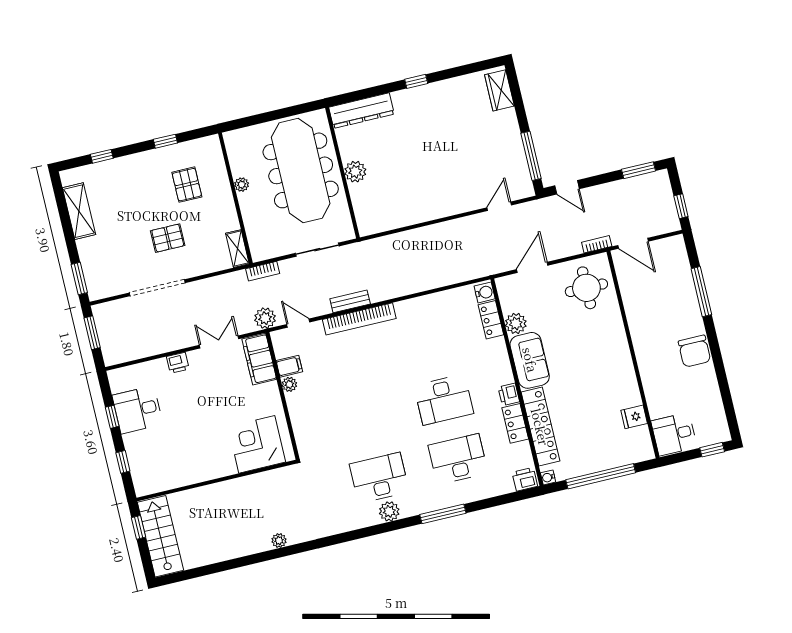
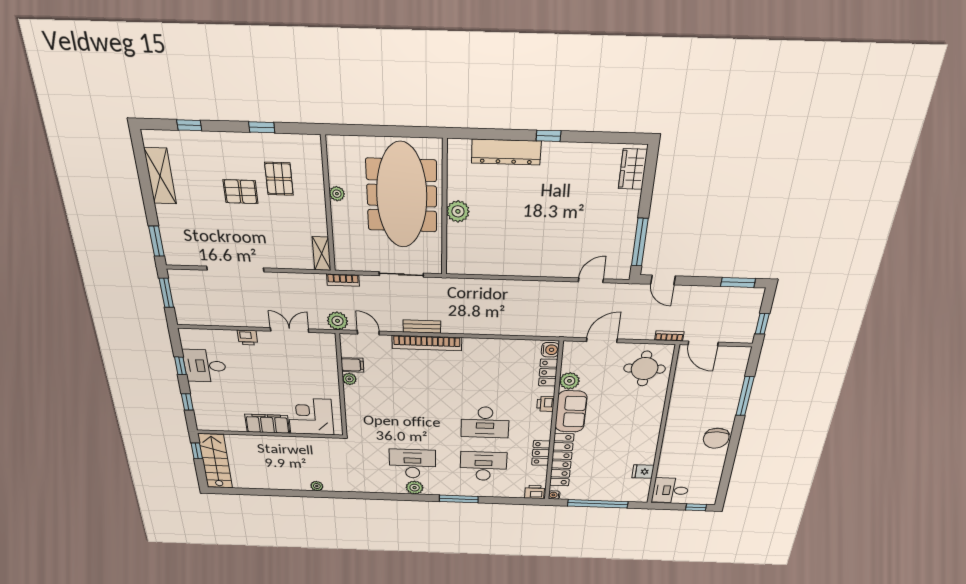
dresser: (362, 111) -> (506, 152), moved
pallet: (168, 238) -> (240, 192), moved
filing cabinet: (259, 359) -> (267, 424), moved, turned 90
printer: (509, 394) -> (546, 404), moved

